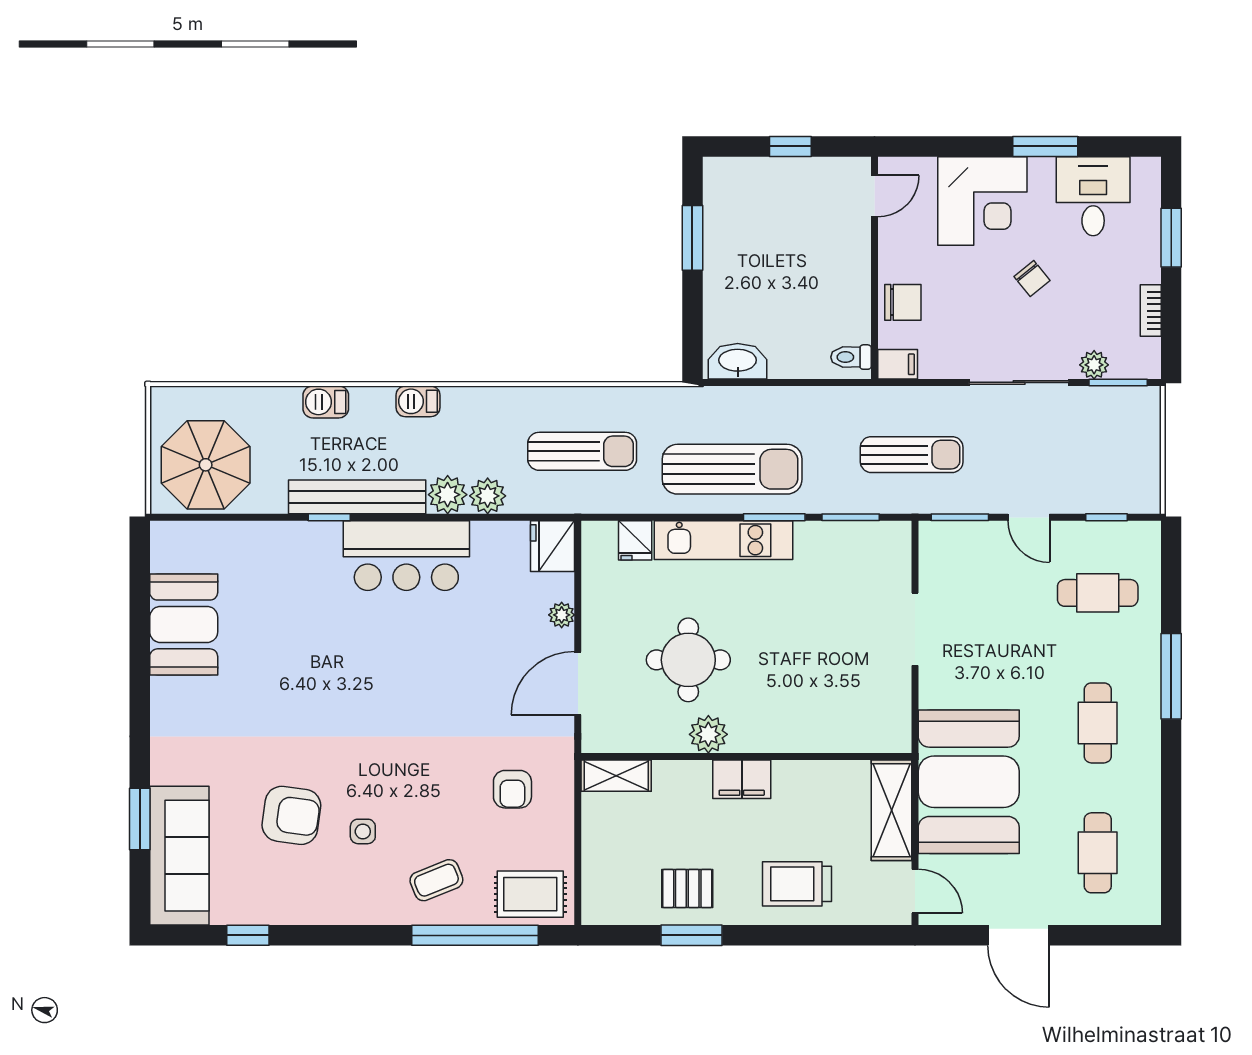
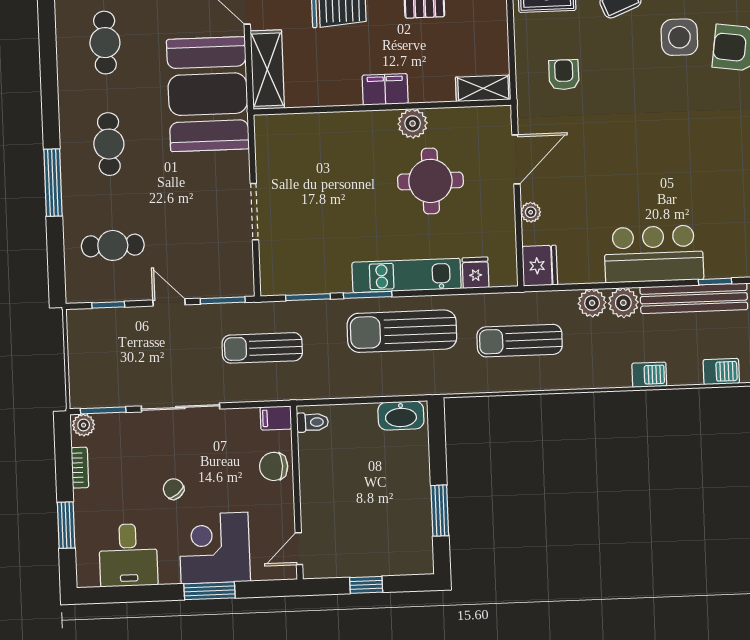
window: (1045, 146) -> (210, 591), moved
plant: (1094, 365) -> (84, 425), moved
side table: (363, 831) -> (679, 37), width x1.87, depth x1.87

